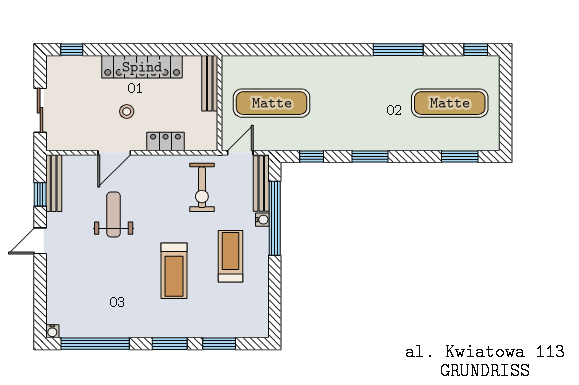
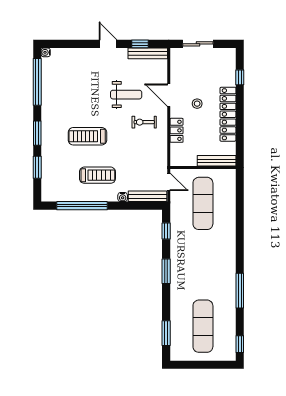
window: (72, 50) -> (240, 77), moved
exercise bike: (202, 187) -> (144, 122), moved, width x0.73, depth x0.72
window: (275, 218) -> (82, 206), moved

